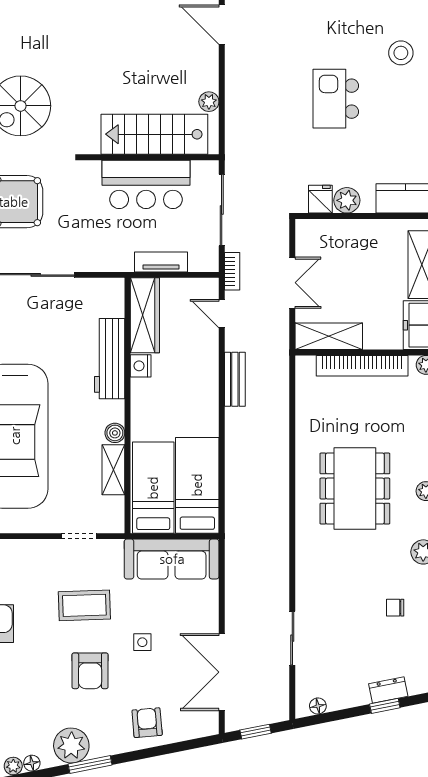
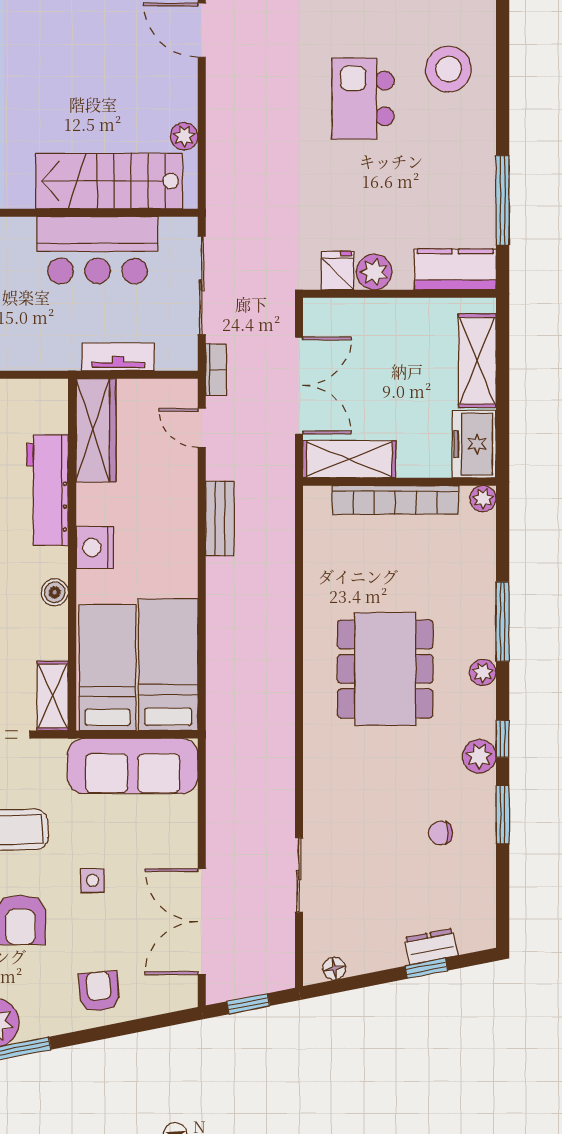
stool: (401, 53) -> (449, 69), width x1.38, depth x1.38
kitchen island: (336, 99) -> (363, 99), moved
double door: (292, 283) -> (299, 386), width x1.37
nightstand: (141, 366) -> (95, 547), moved, width x1.36, depth x1.33
shelving: (113, 470) -> (53, 696), moved

